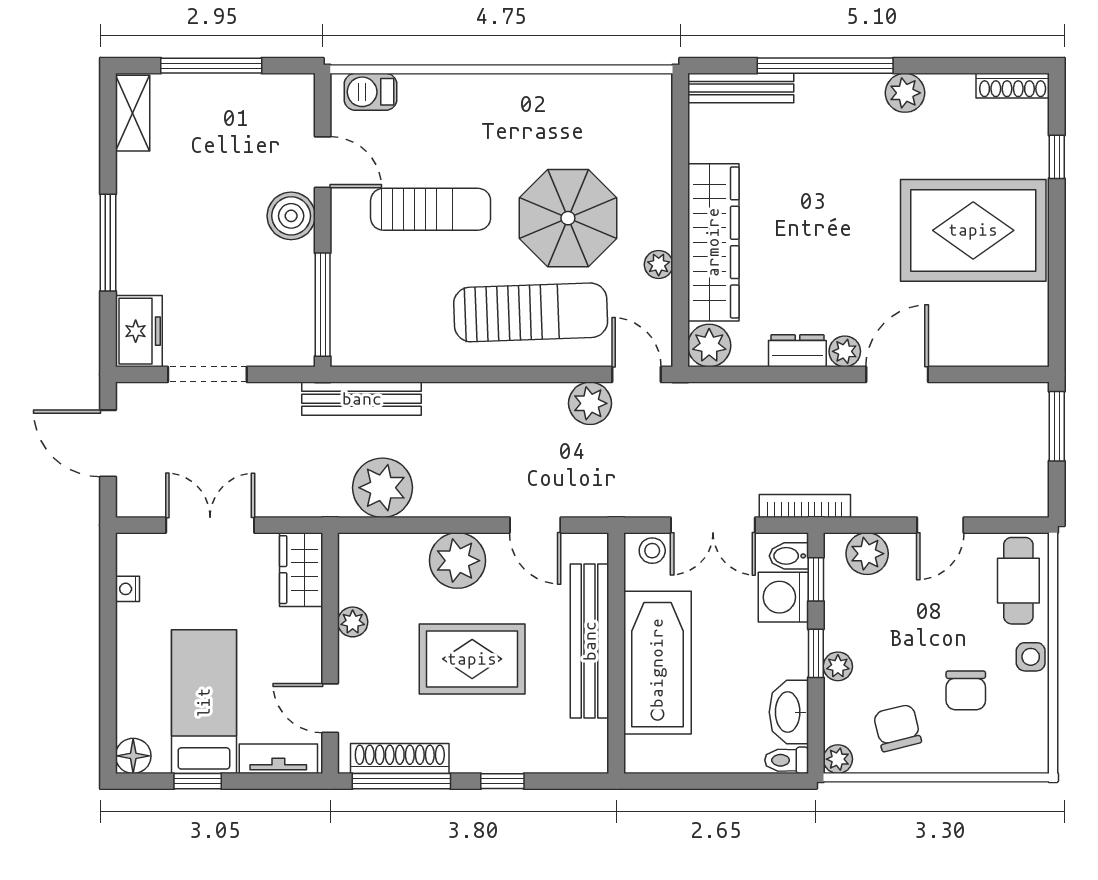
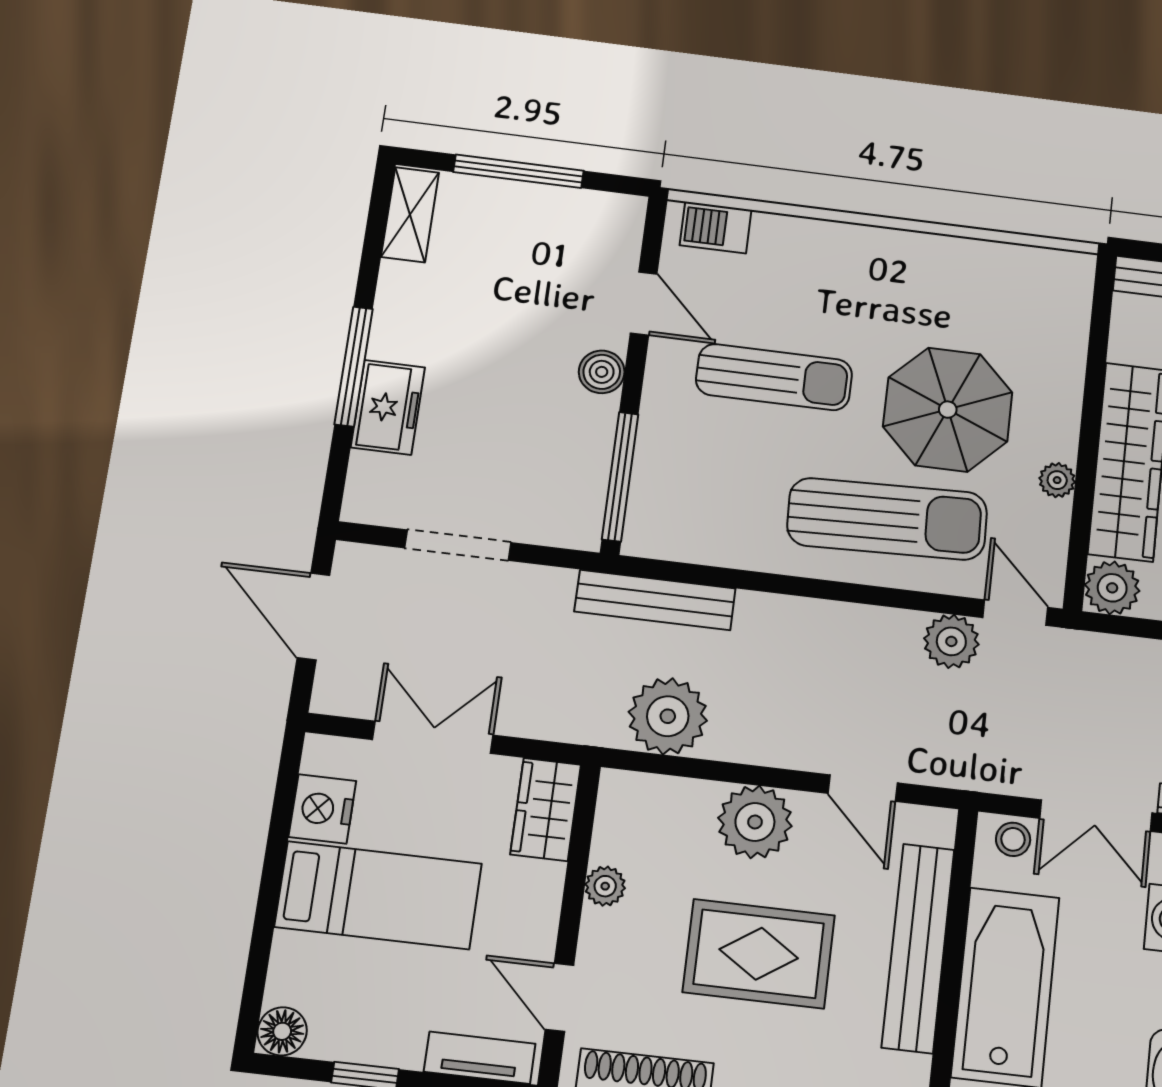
boiler: (291, 216) -> (602, 372), width x0.73, depth x0.73
freezer: (139, 331) -> (388, 407), moved
nightstand: (127, 589) -> (322, 809), width x1.89, depth x1.79
bed: (204, 702) -> (378, 895), moved, turned 90

